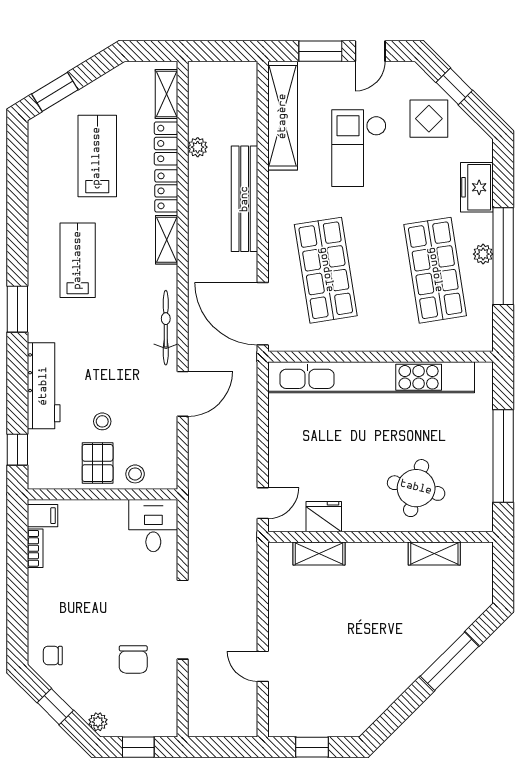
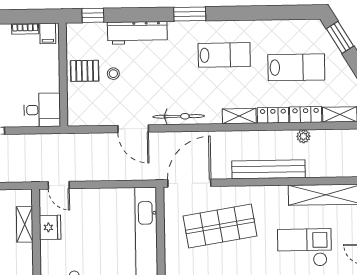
stool: (135, 474) -> (77, 97), removed

